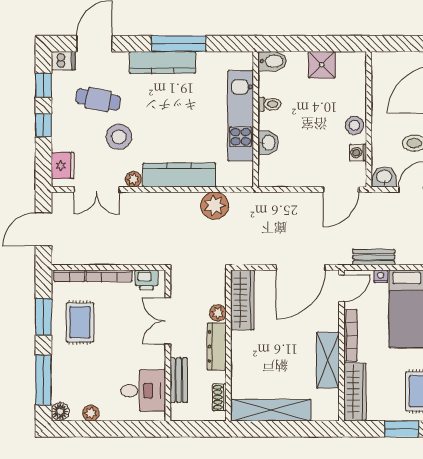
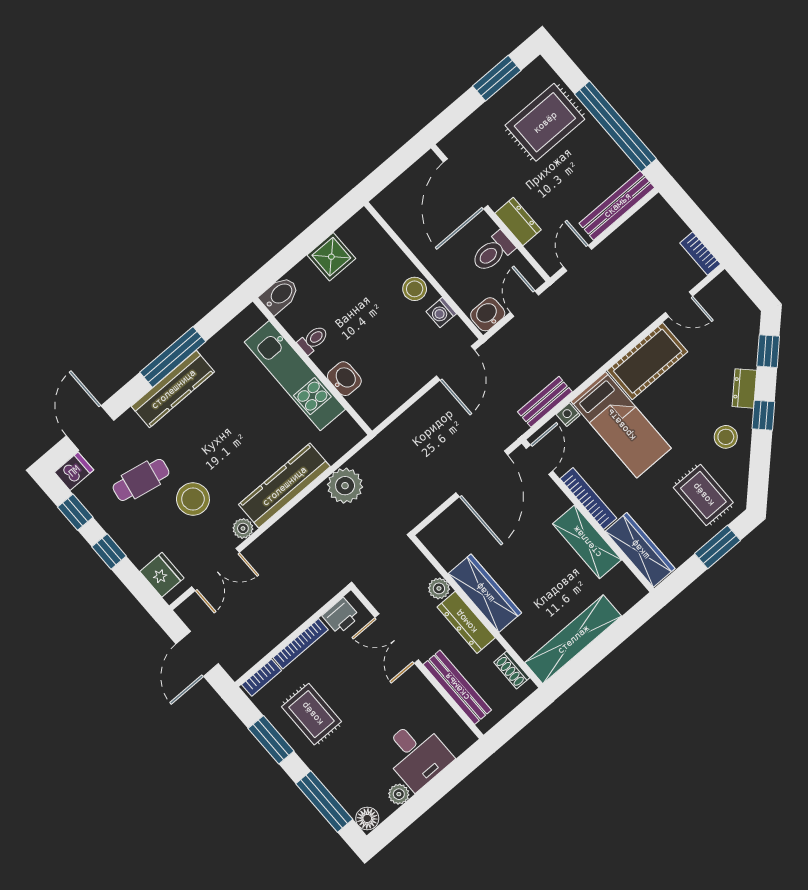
wardrobe: (242, 300) -> (485, 593), moved
bench: (179, 380) -> (457, 687), width x1.36
desk: (143, 391) -> (416, 754), moved, turned 90

